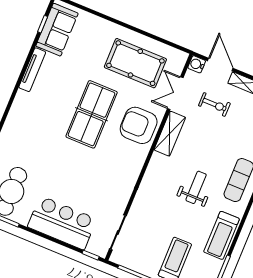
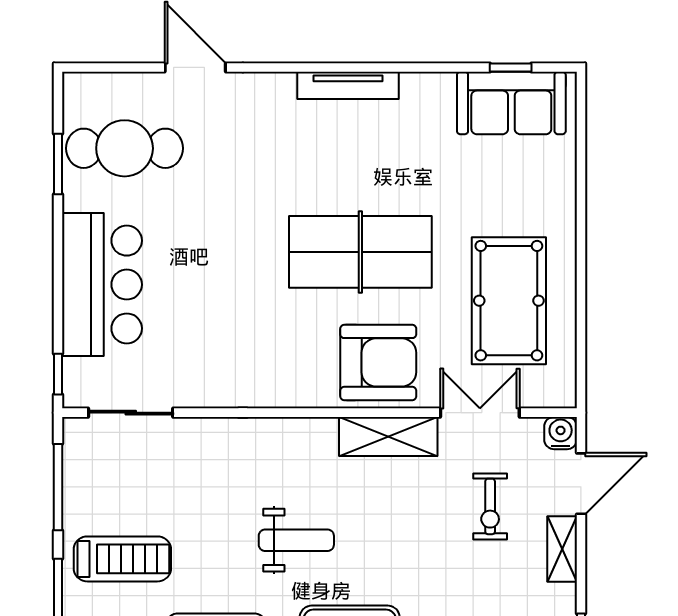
tv unit: (32, 70) -> (348, 85), moved
armchair: (139, 125) -> (378, 362), turned 90

